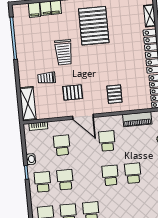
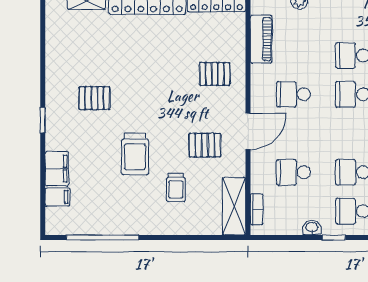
pallet: (94, 26) -> (94, 98), width x0.49, depth x0.50
trolley: (64, 52) -> (135, 154), turned 90
pallet: (73, 92) -> (205, 145), turned 90
shelving: (28, 104) -> (234, 206), moved, turned 90

